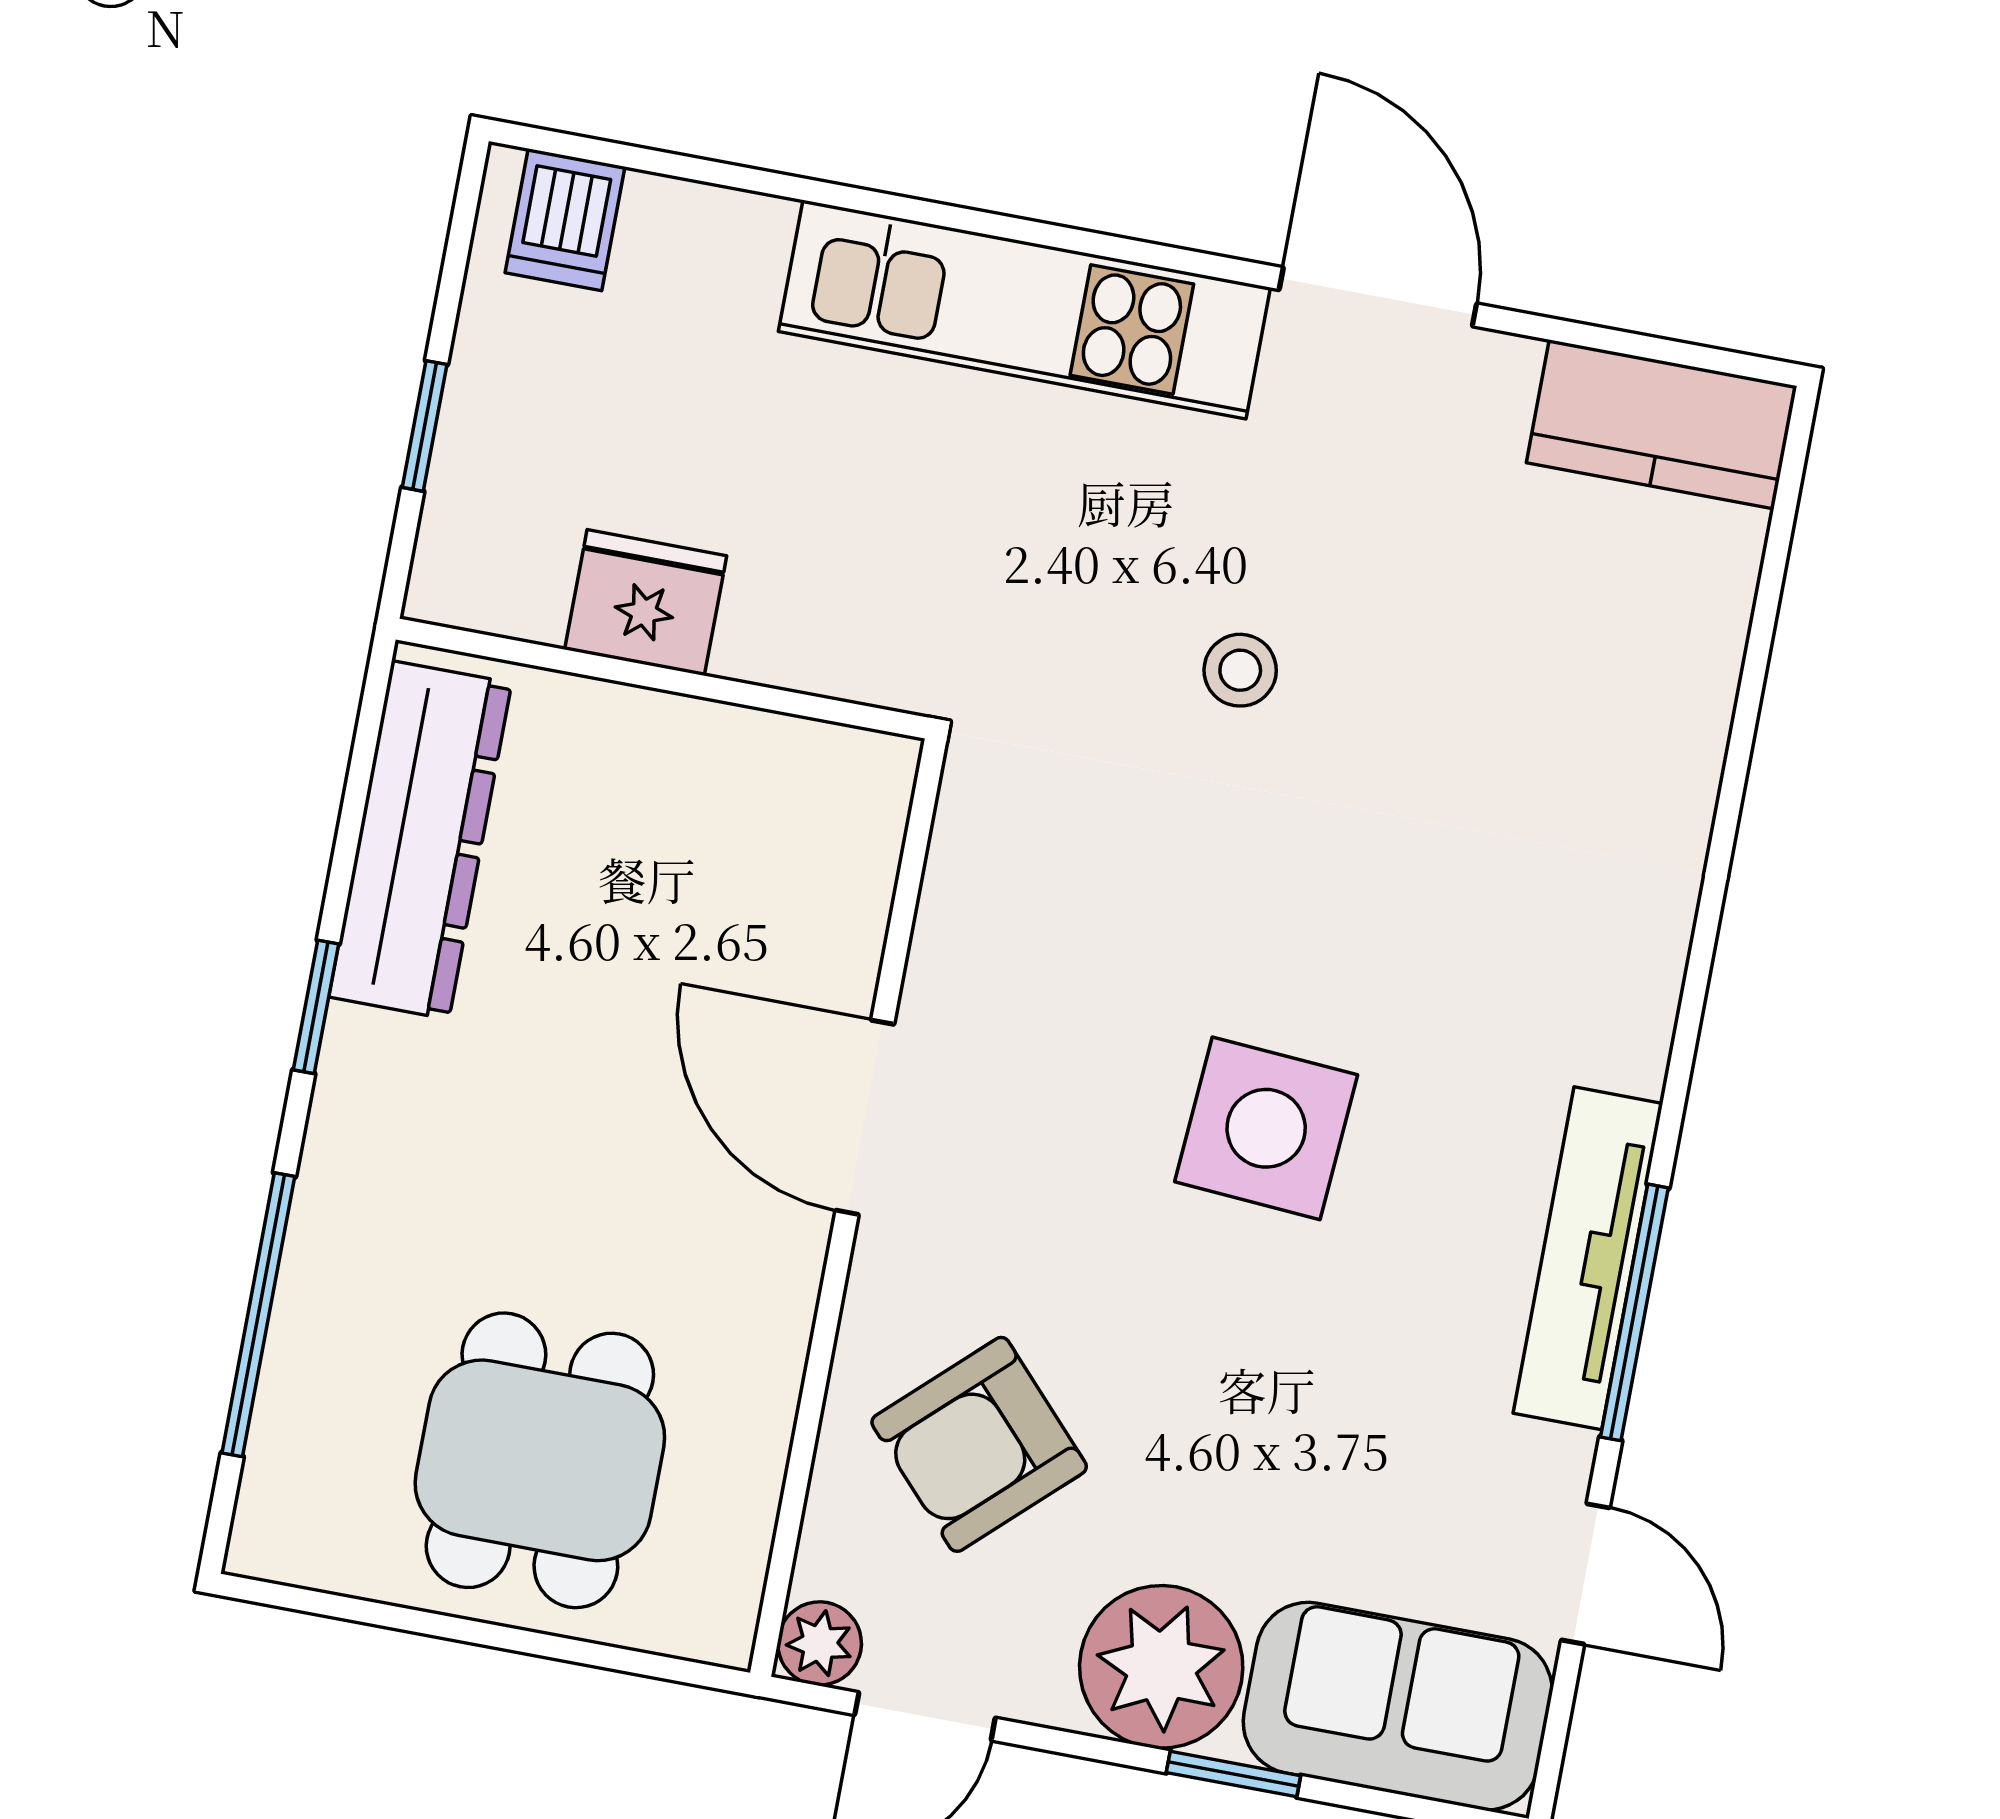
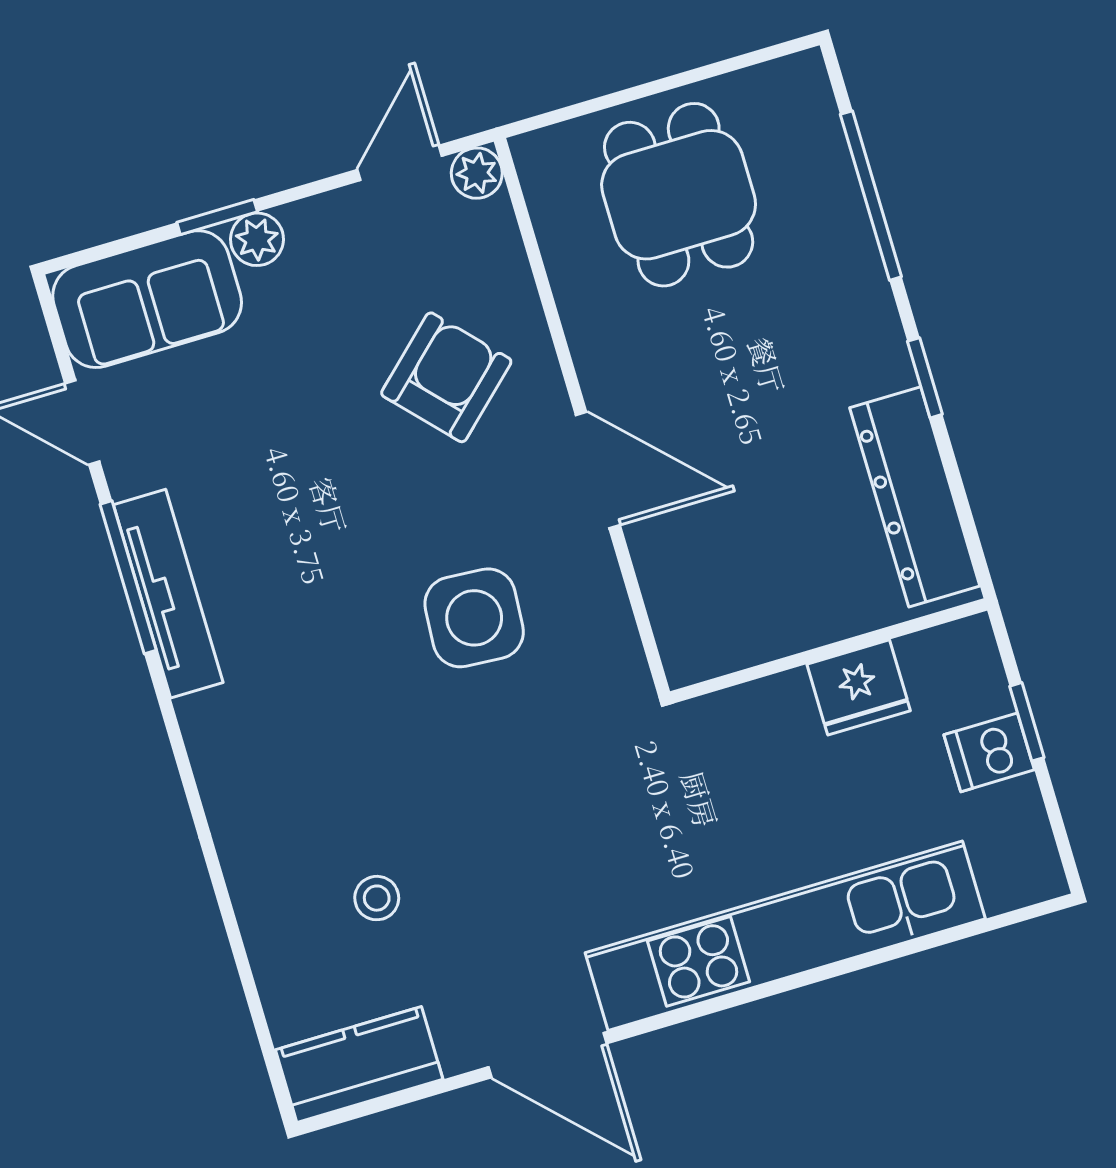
dishwasher: (565, 220) -> (989, 752), moved, turned -90
kitchen unit: (1024, 309) -> (785, 936), width x1.36
stool: (1240, 670) -> (377, 898), moved
side table: (1266, 1128) -> (474, 618), moved
armchair: (979, 1444) -> (446, 377), moved
plant: (1161, 1667) -> (257, 239), width x0.53, depth x0.53

